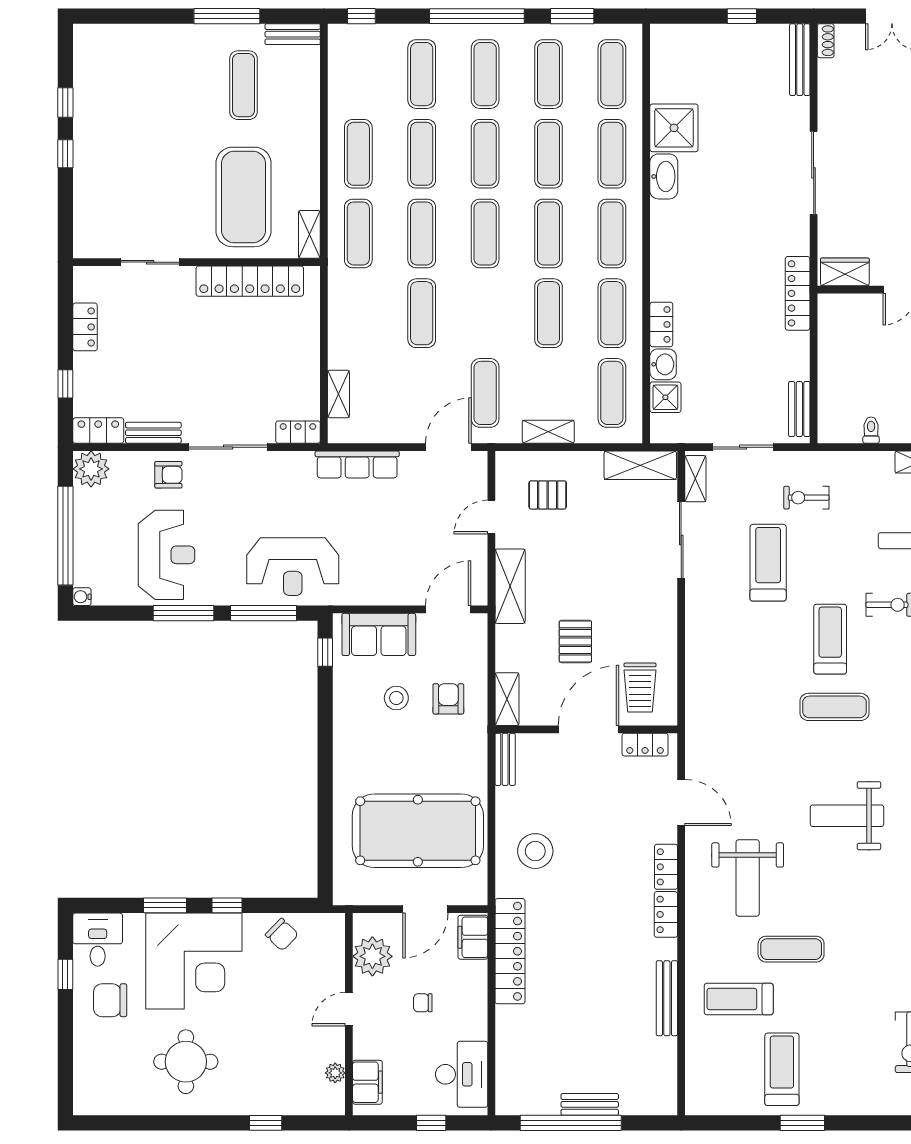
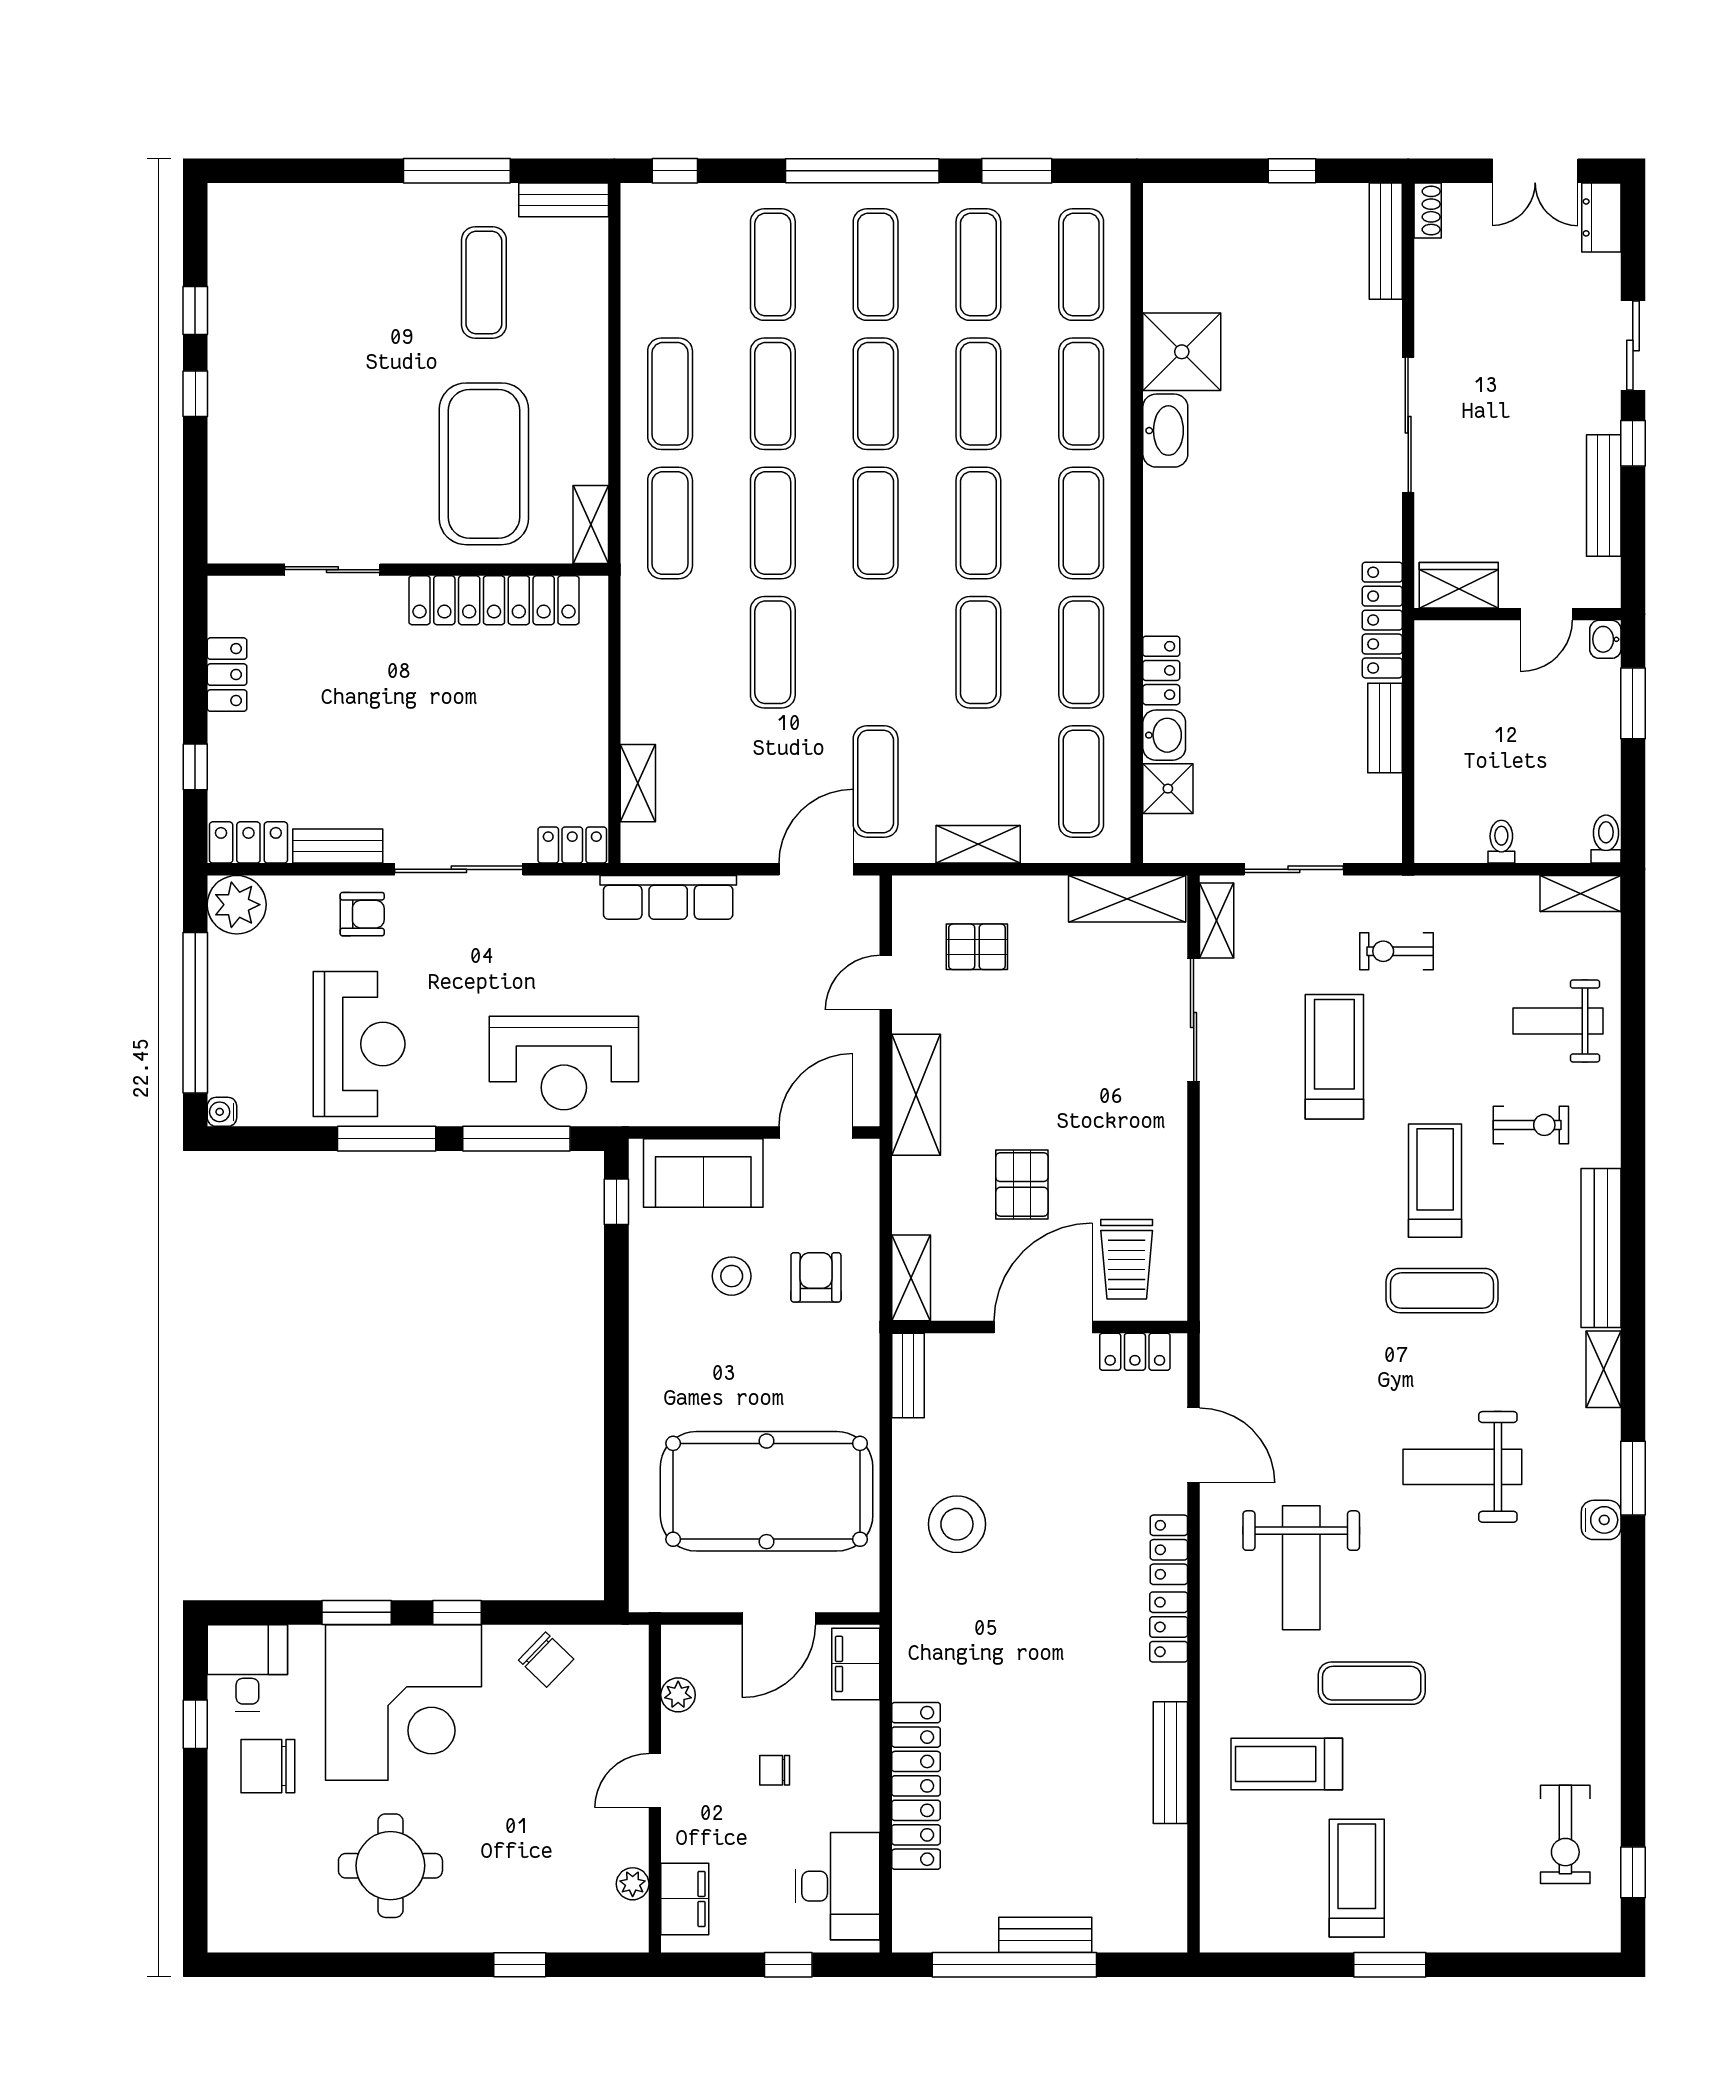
bench: (799, 409) -> (1385, 728), moved
locker: (510, 951) -> (916, 1786), moved
plant: (372, 956) -> (678, 1695), width x0.53, depth x0.53

